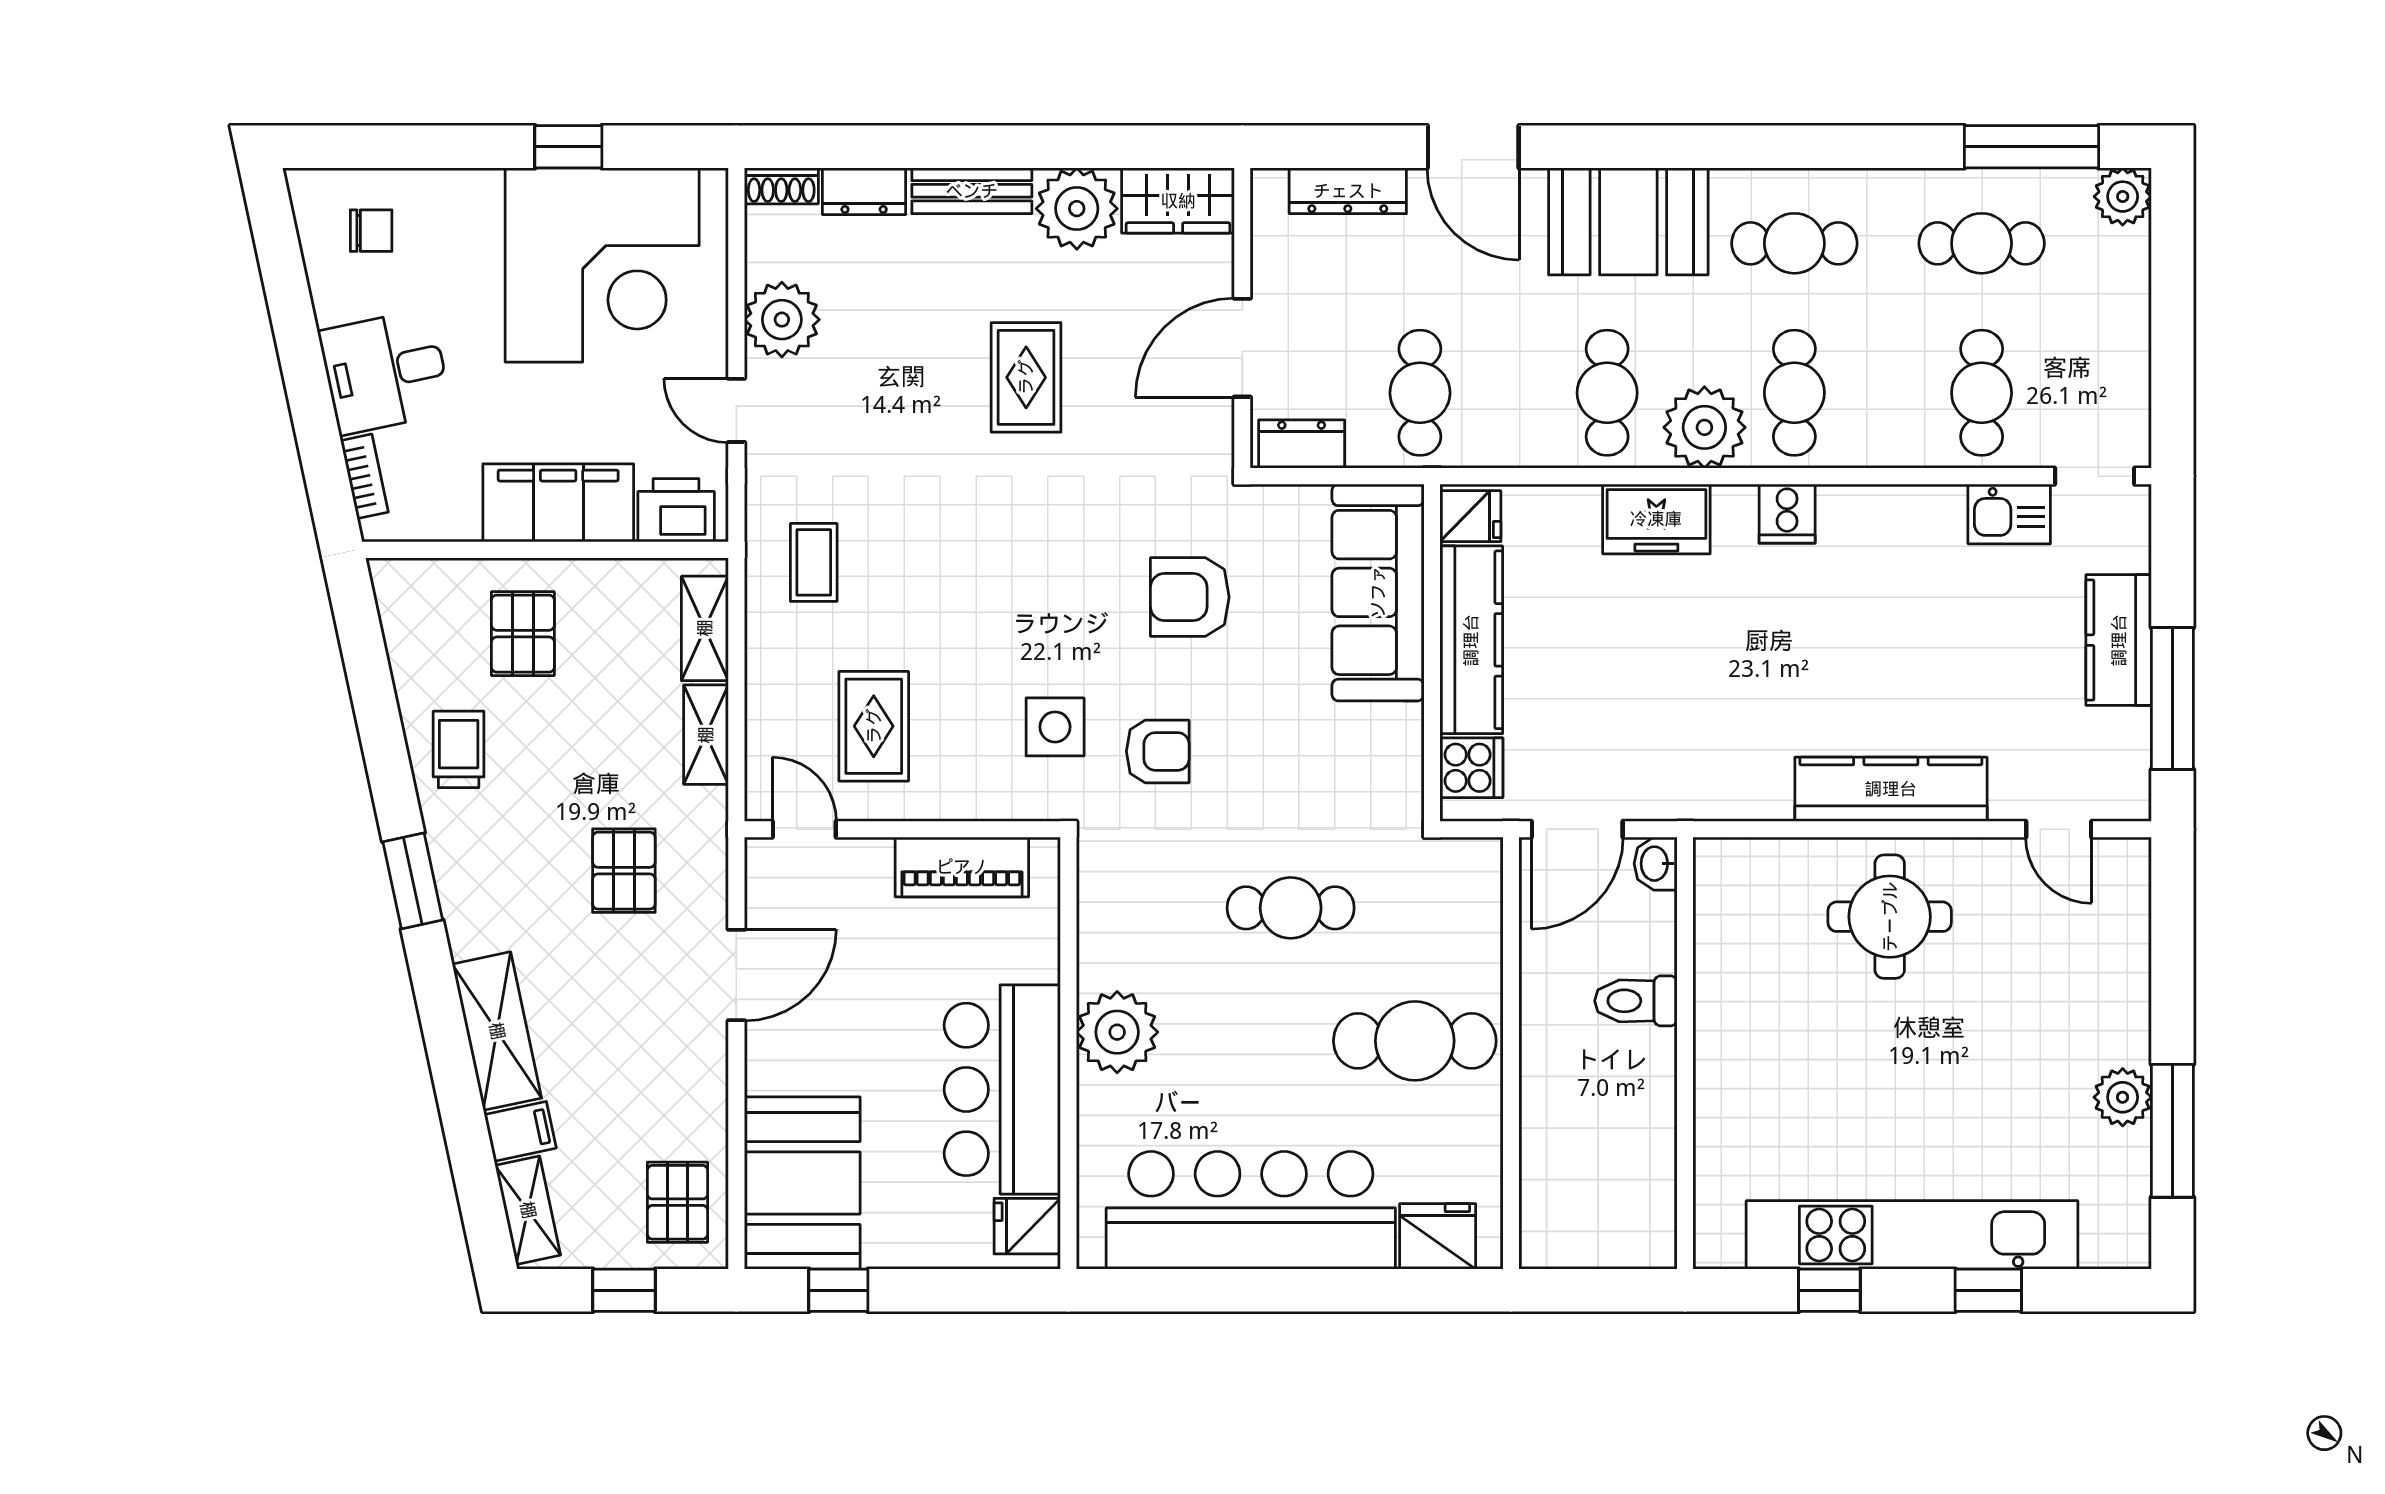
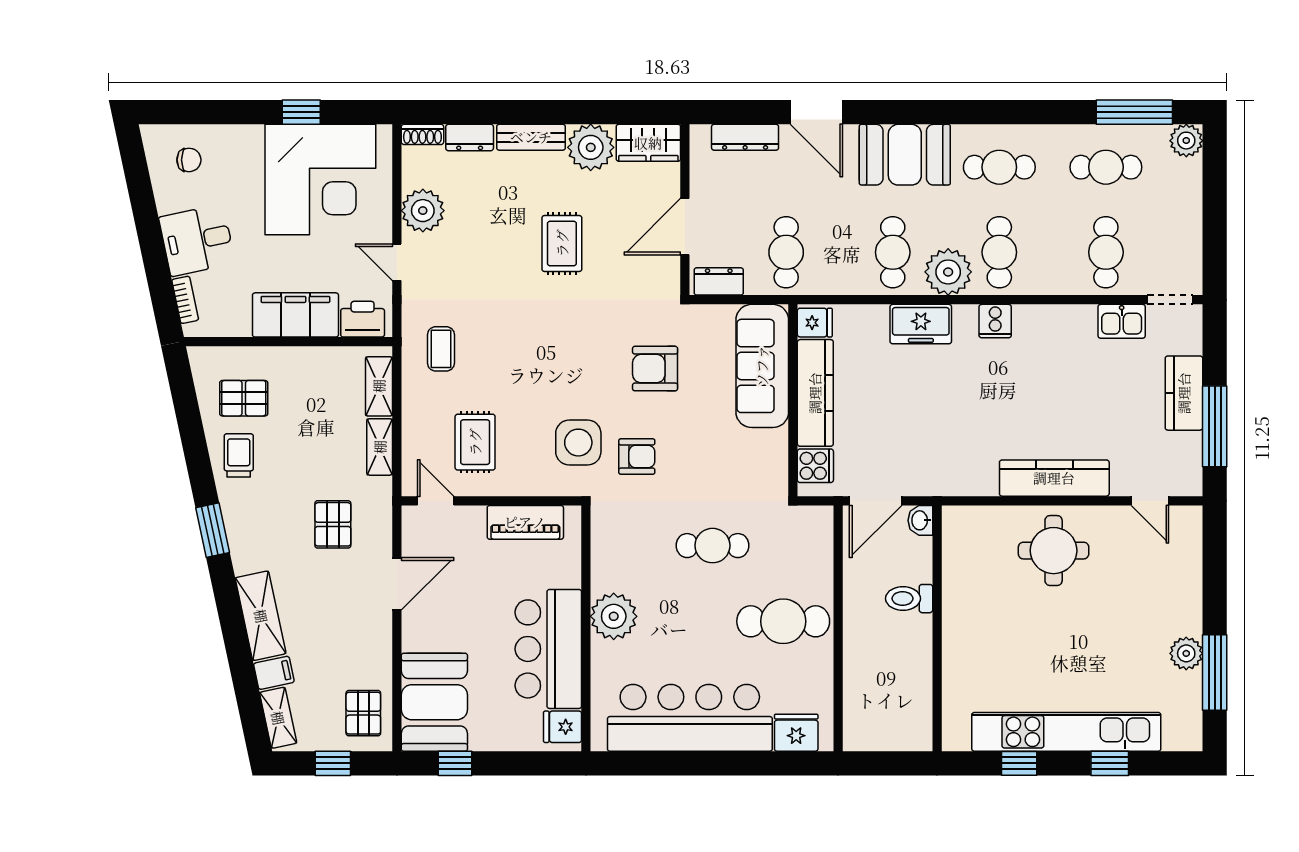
pallet: (523, 634) -> (244, 398), moved, turned 90
side table: (1055, 727) -> (578, 443), width x1.37, depth x1.37

